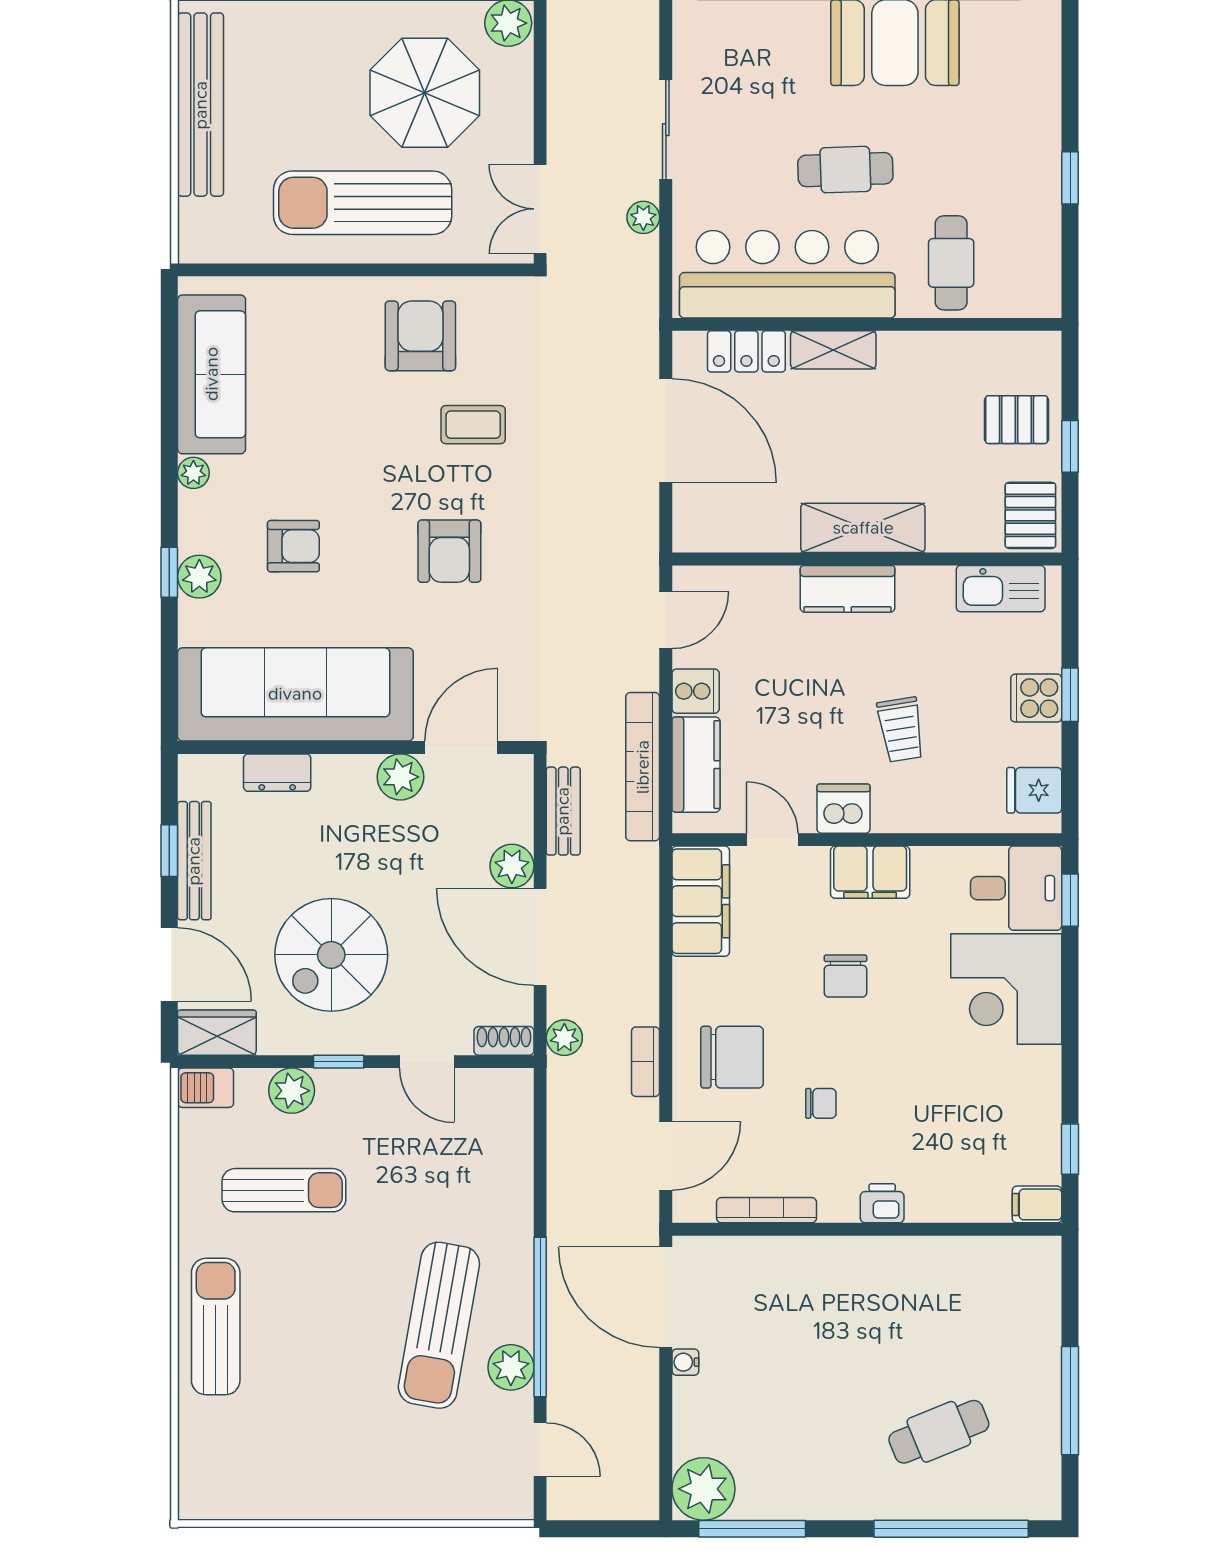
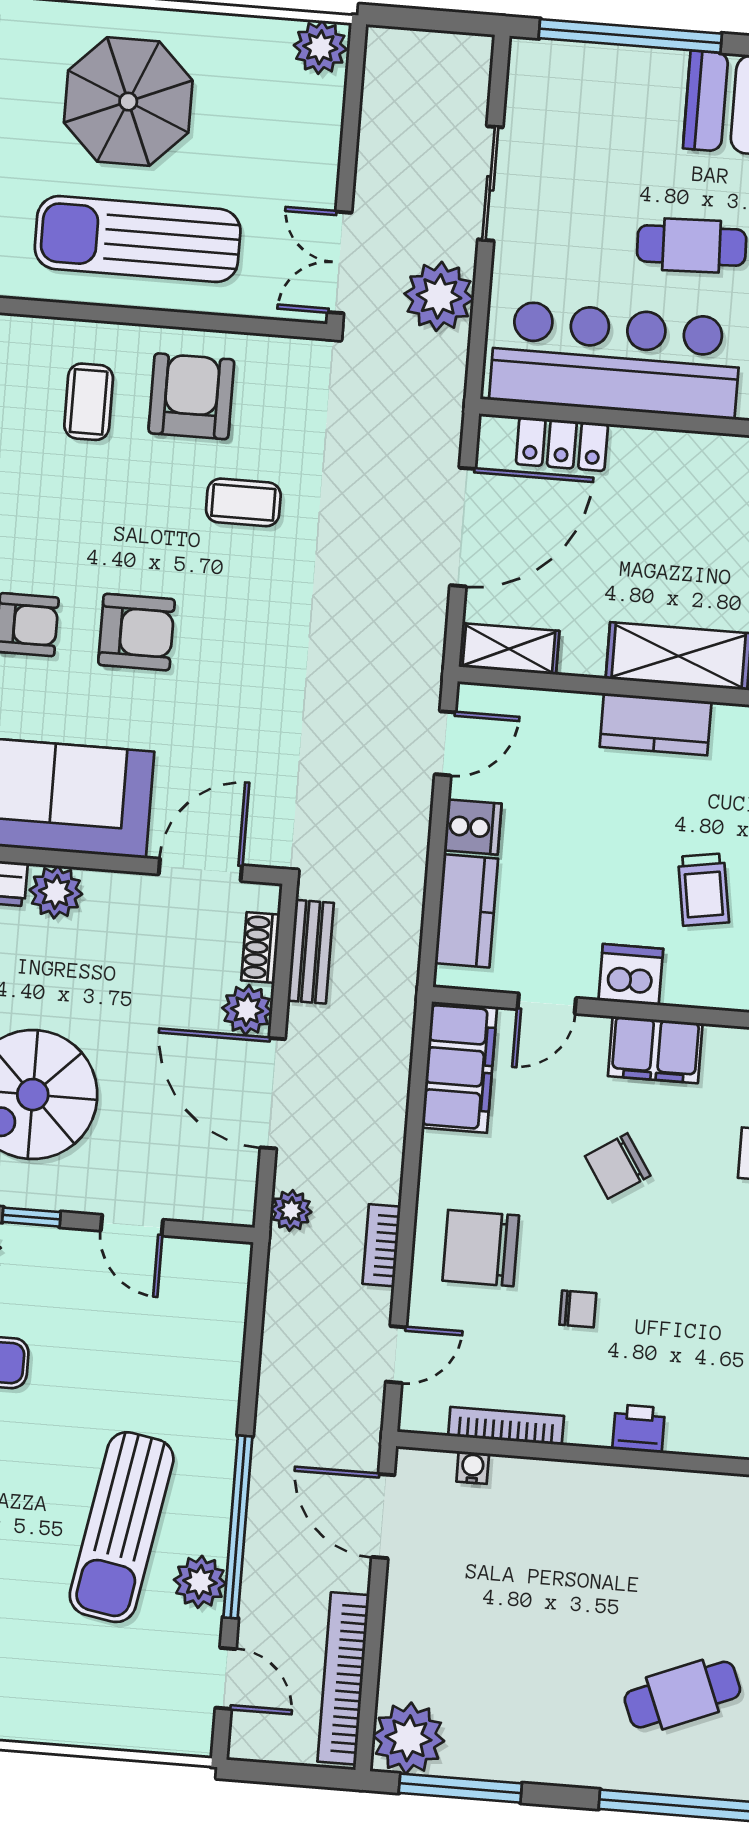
parasol: (425, 93) -> (128, 102), moved
plant: (643, 217) -> (439, 296), width x1.88, depth x1.88
coffee table: (331, 348) -> (89, 402), added
shelving: (833, 350) -> (509, 649), moved
door: (666, 431) -> (463, 527), hinge flipped
armchair: (449, 551) -> (137, 632), moved, turned -90
bookcase: (643, 767) -> (343, 1678), moved
plant: (400, 777) -> (56, 892), moved
door: (772, 840) -> (547, 1004), swing flipped
chair: (845, 976) -> (618, 1166), turned 57
shoe rack: (504, 1041) -> (261, 948), moved, turned -90
chair: (732, 1057) -> (481, 1248), turned 180
door: (666, 1156) -> (396, 1354), width x0.73
door: (666, 1297) -> (383, 1516), width x0.73
water cooler: (685, 1362) -> (473, 1468), moved, turned 90

